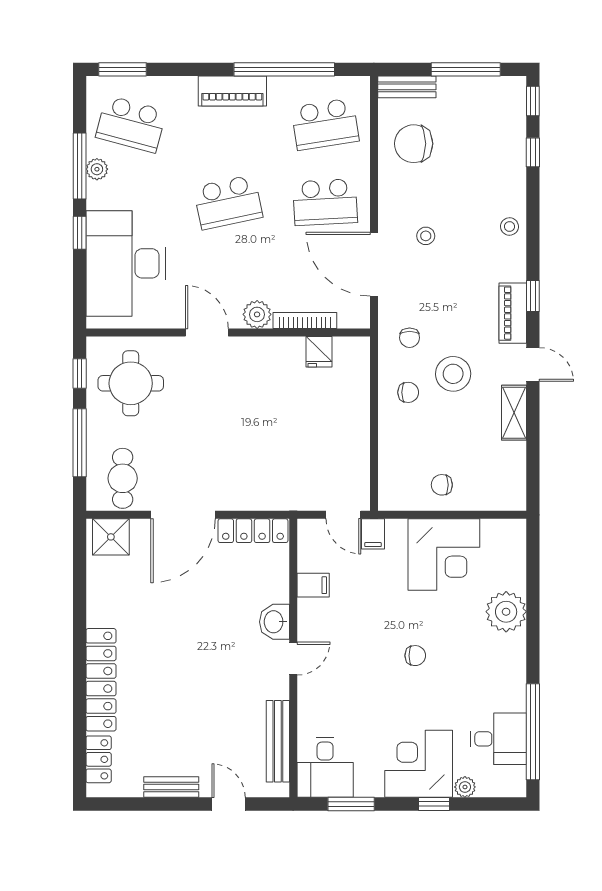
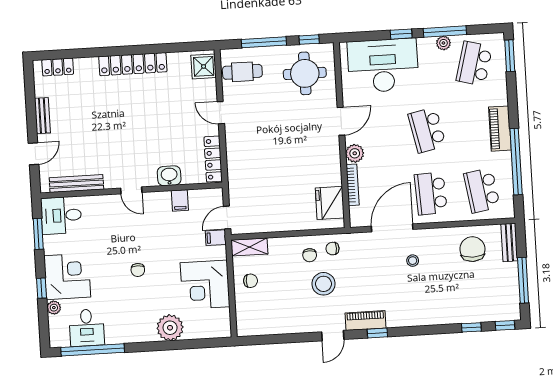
stool: (509, 226) -> (422, 315), removed
chair: (410, 338) -> (332, 249), moved
fridge: (319, 352) -> (330, 203), width x1.88, depth x1.34
shelving: (514, 413) -> (249, 247), moved
chair: (442, 485) -> (251, 281), turned 90
door: (183, 515) -> (221, 113), width x0.53
washbasin: (274, 622) -> (169, 176), moved
locker: (101, 680) -> (133, 64), moved

